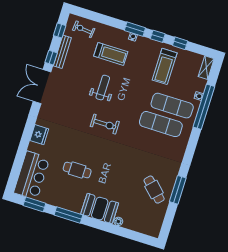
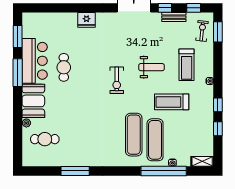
window: (135, 29) -> (218, 32), moved
bench: (62, 52) -> (174, 17), width x0.73
treadmill: (165, 66) -> (172, 102), moved
bar counter: (32, 175) -> (35, 61), moved, turned -90
cafe table: (154, 190) -> (45, 139), moved, turned 46

